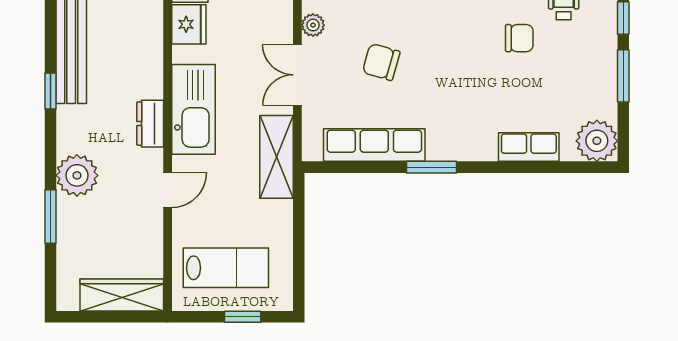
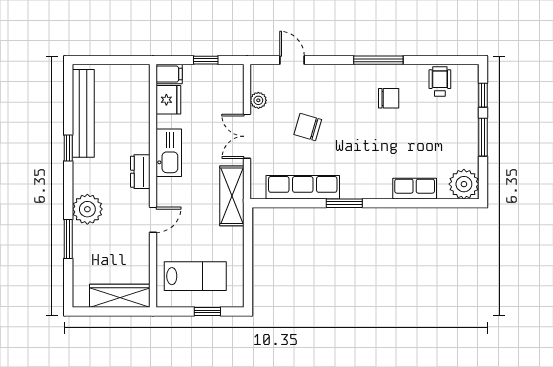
chair: (519, 38) -> (389, 98), moved
kitchen sink: (193, 109) -> (169, 153), width x0.73, depth x0.81

